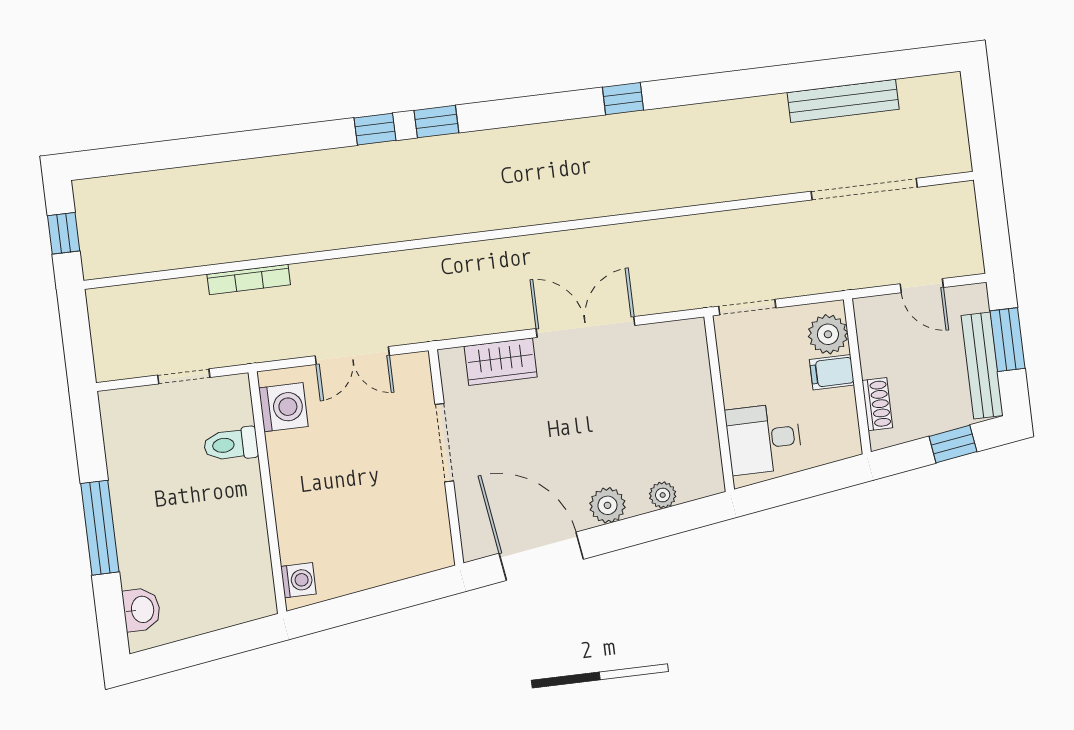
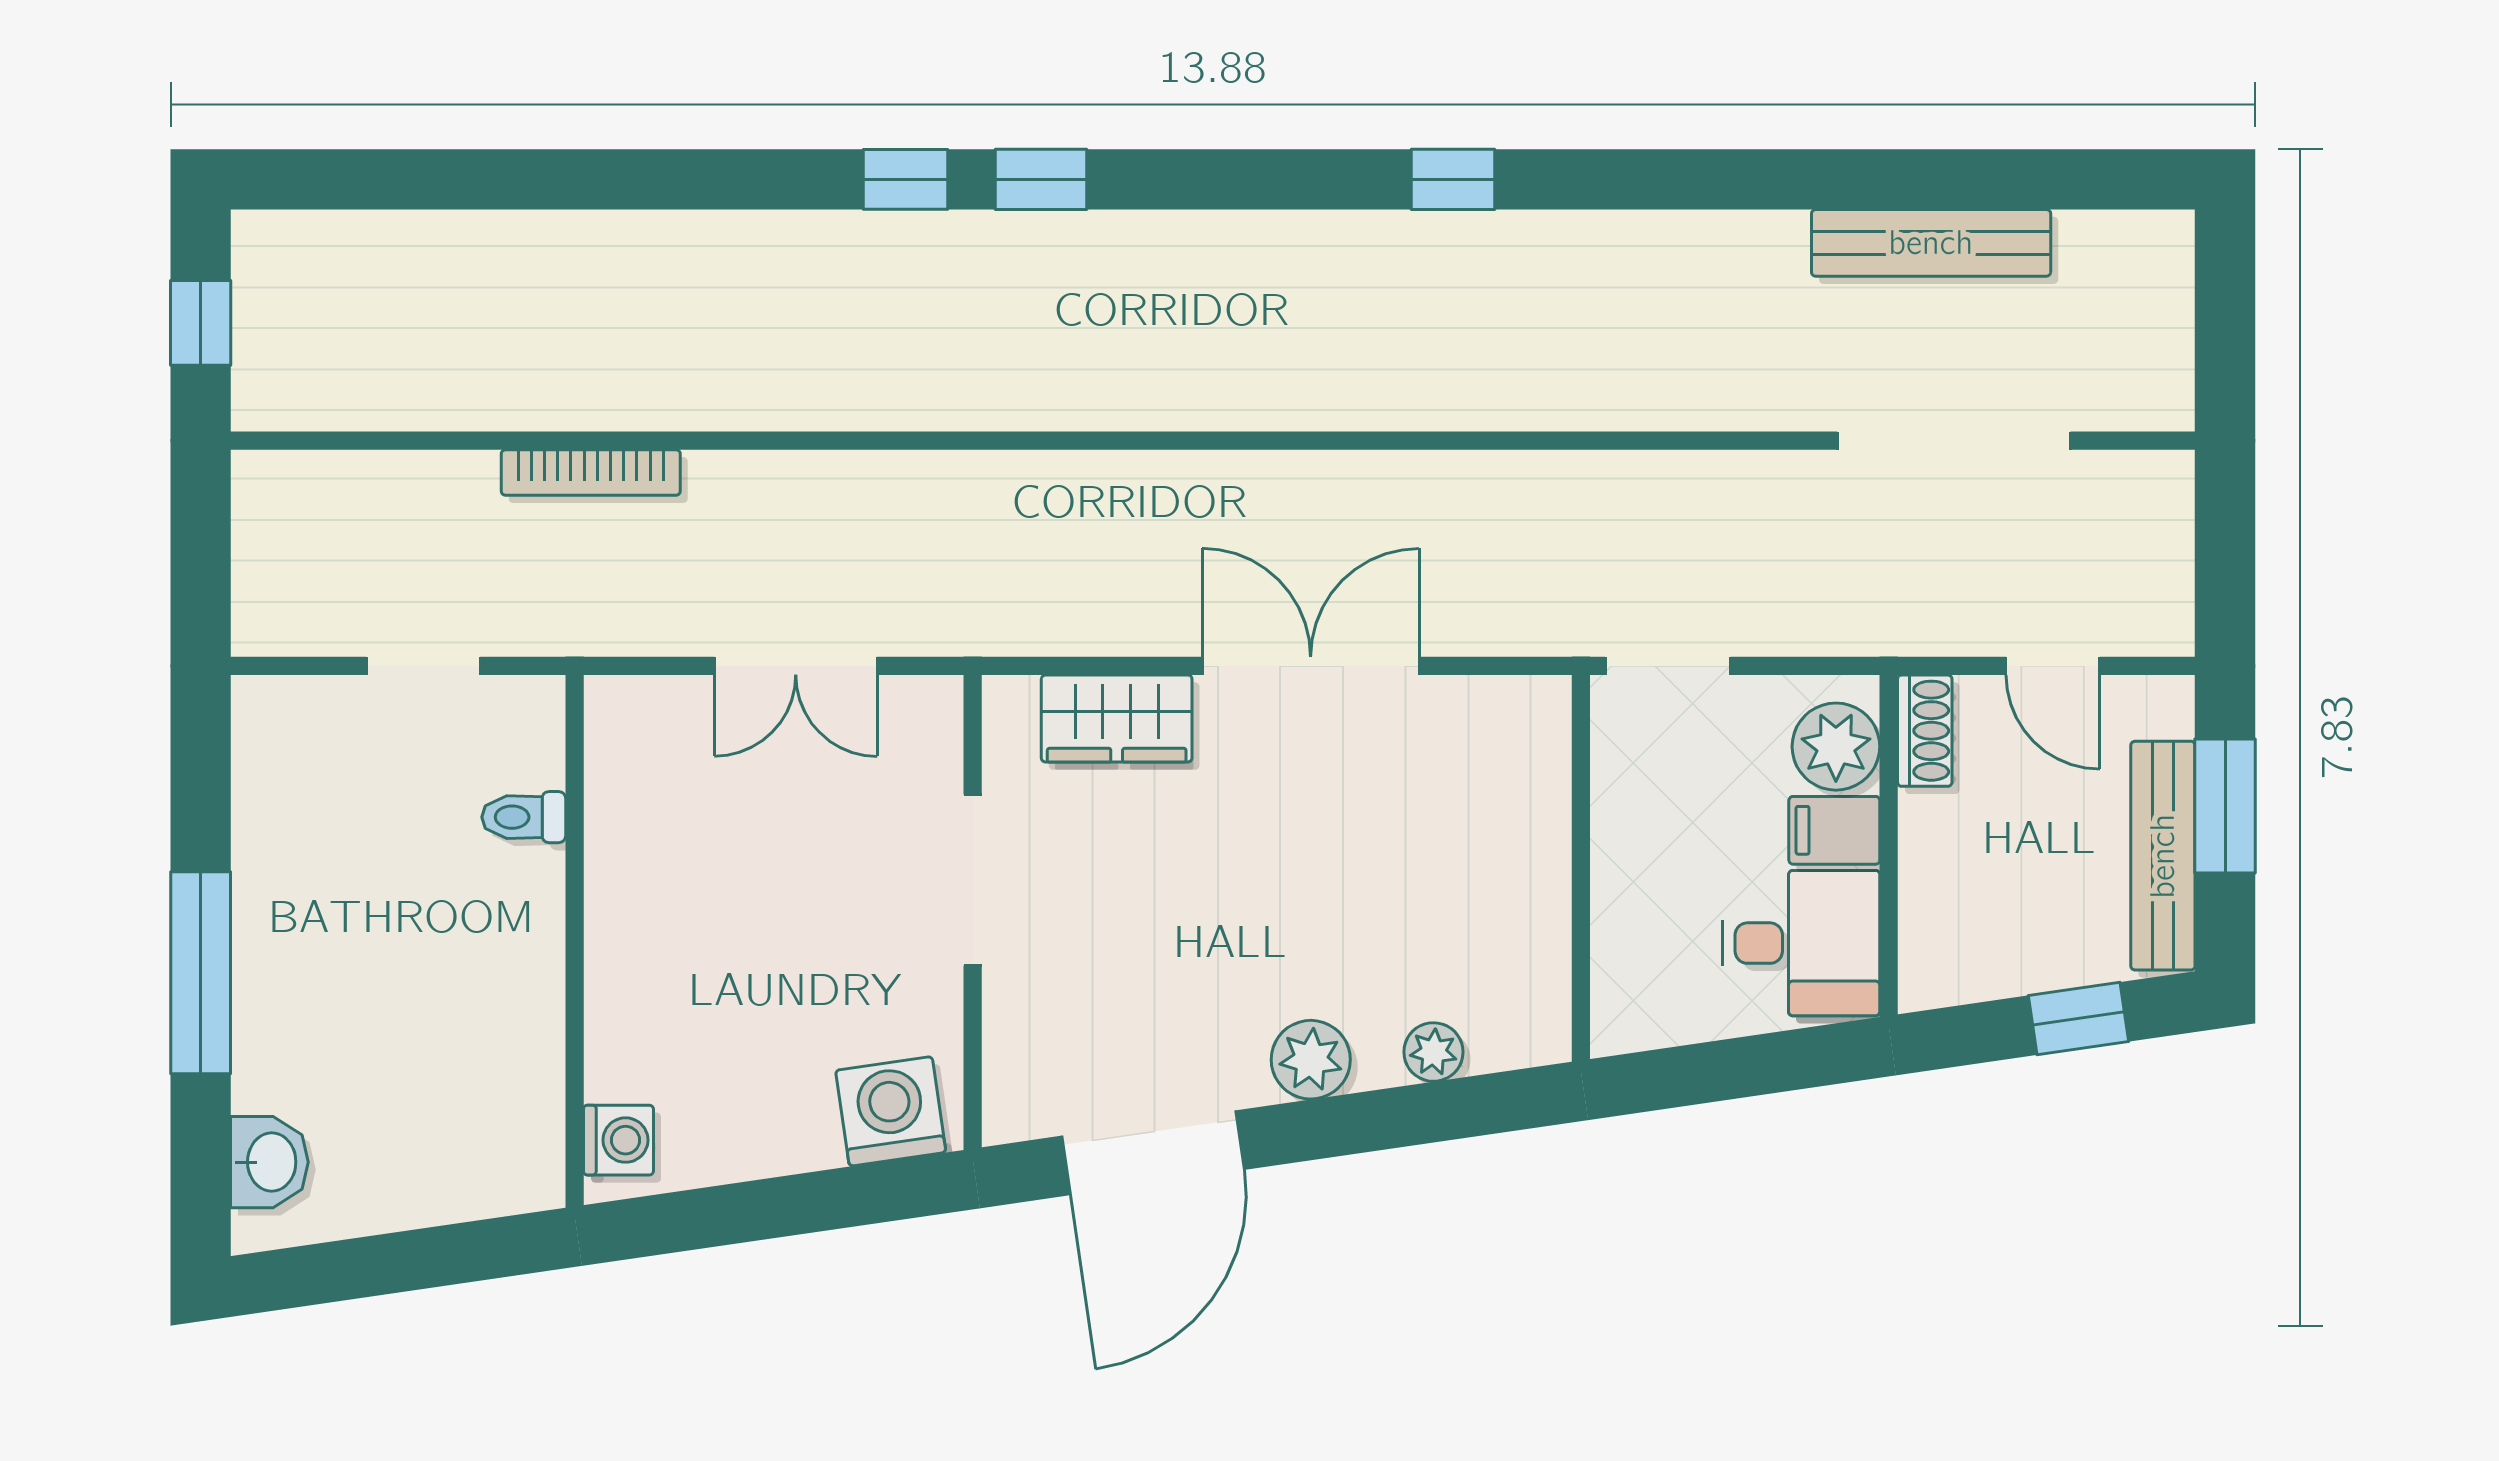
shoe rack: (877, 404) -> (1925, 731), moved
washing machine: (283, 407) -> (891, 1111), moved, turned -98
desk: (764, 439) -> (1801, 943), moved, turned 180
toilet: (231, 444) -> (524, 817), width x0.73, depth x0.72
door: (541, 556) -> (1153, 1153), swing flipped

